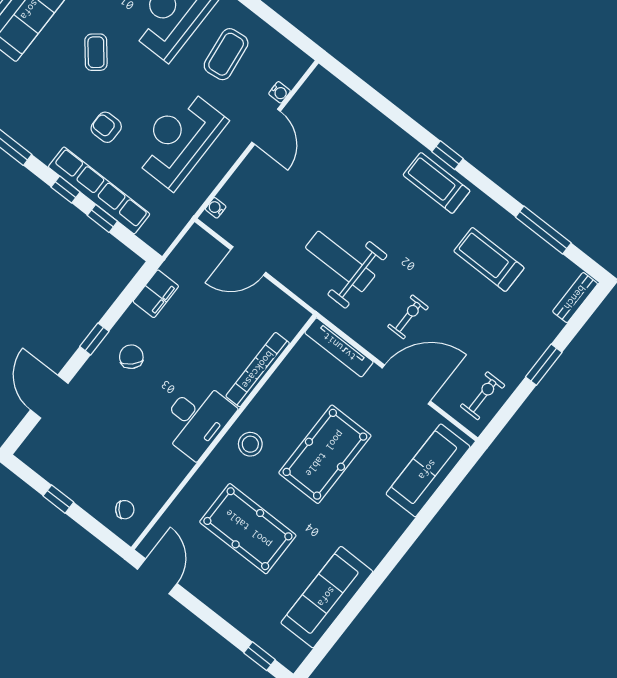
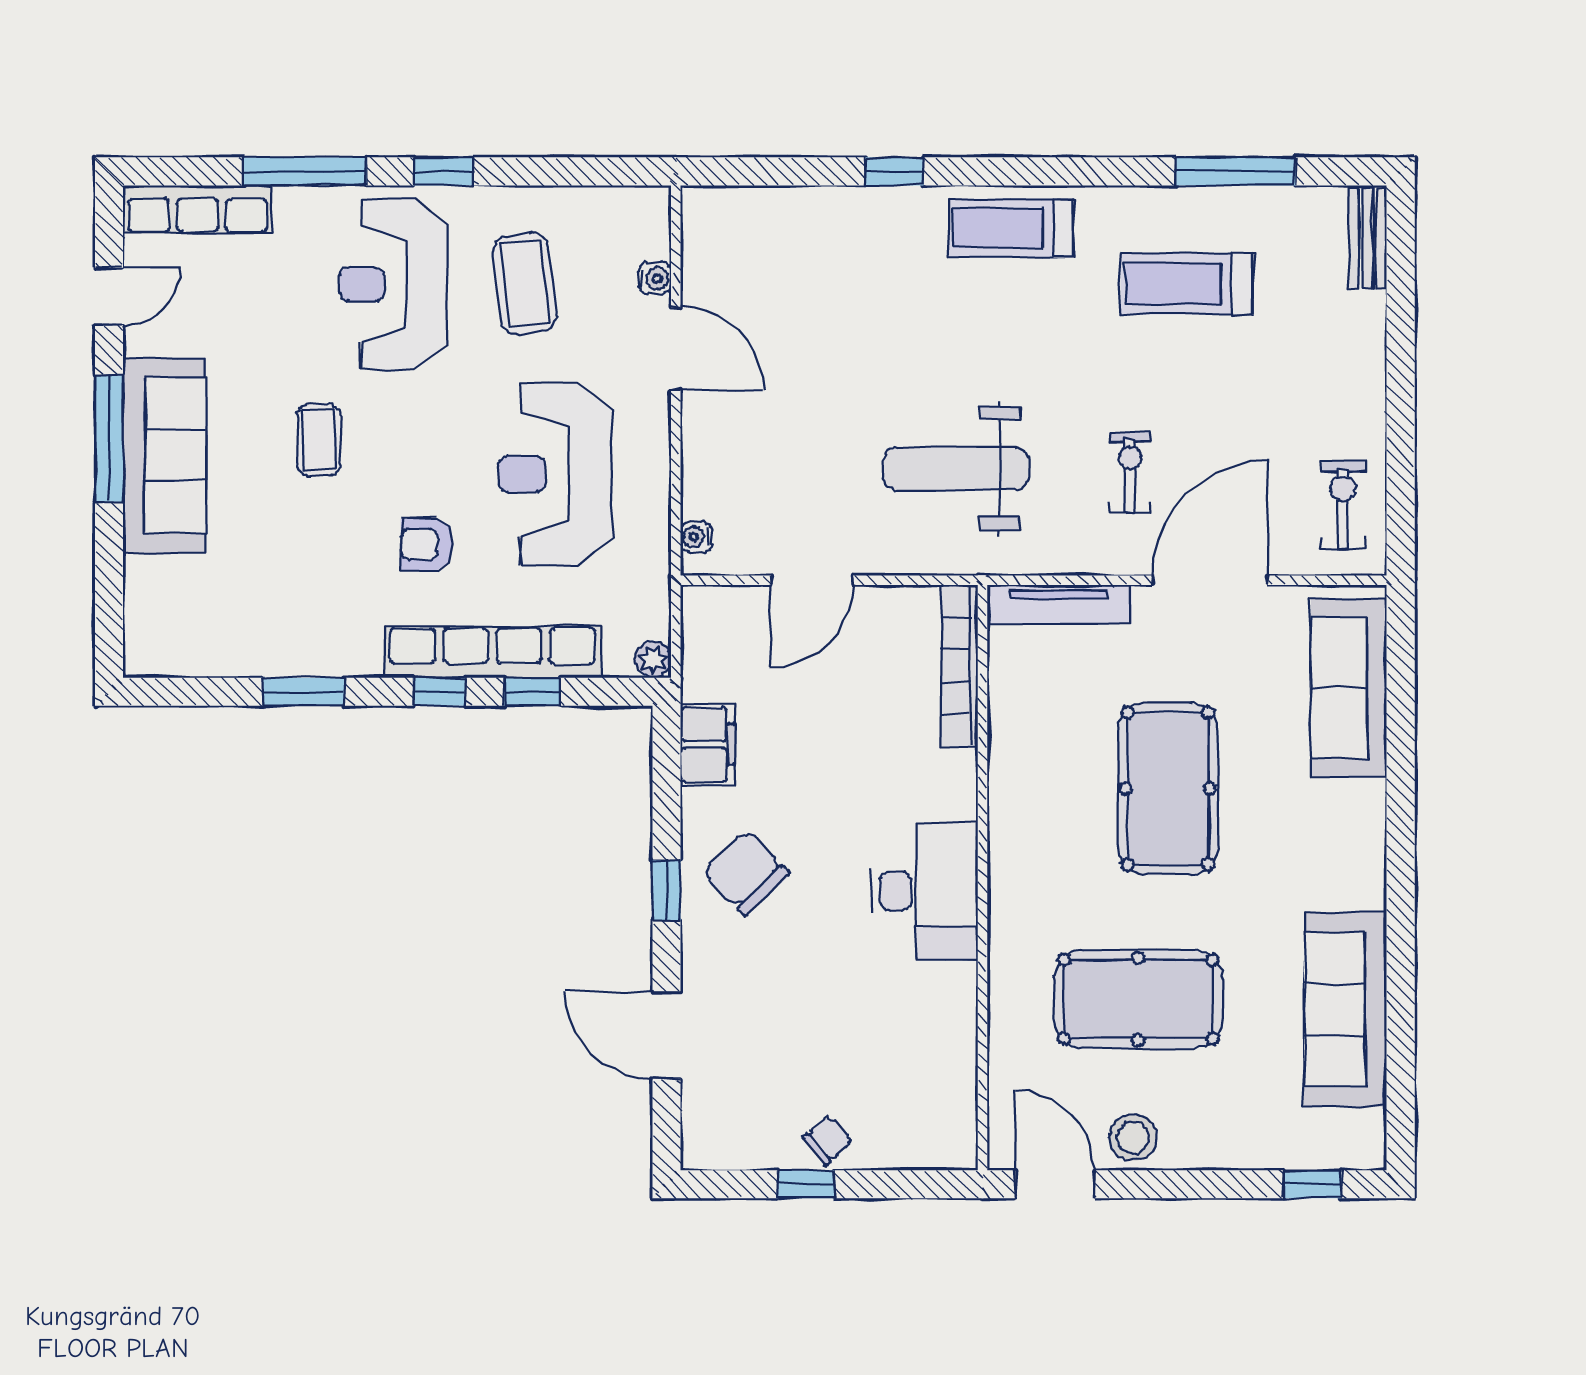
coffee table: (96, 52) -> (319, 440), turned 39
window: (448, 155) -> (894, 171), moved
plant: (160, 243) -> (653, 660), added
chair: (131, 357) -> (746, 873), width x1.37, depth x1.37
window: (544, 365) -> (1401, 381), removed
bookcase: (258, 370) -> (959, 666), moved
stool: (250, 444) -> (1133, 1138), moved
chair: (125, 510) -> (827, 1140), moved

